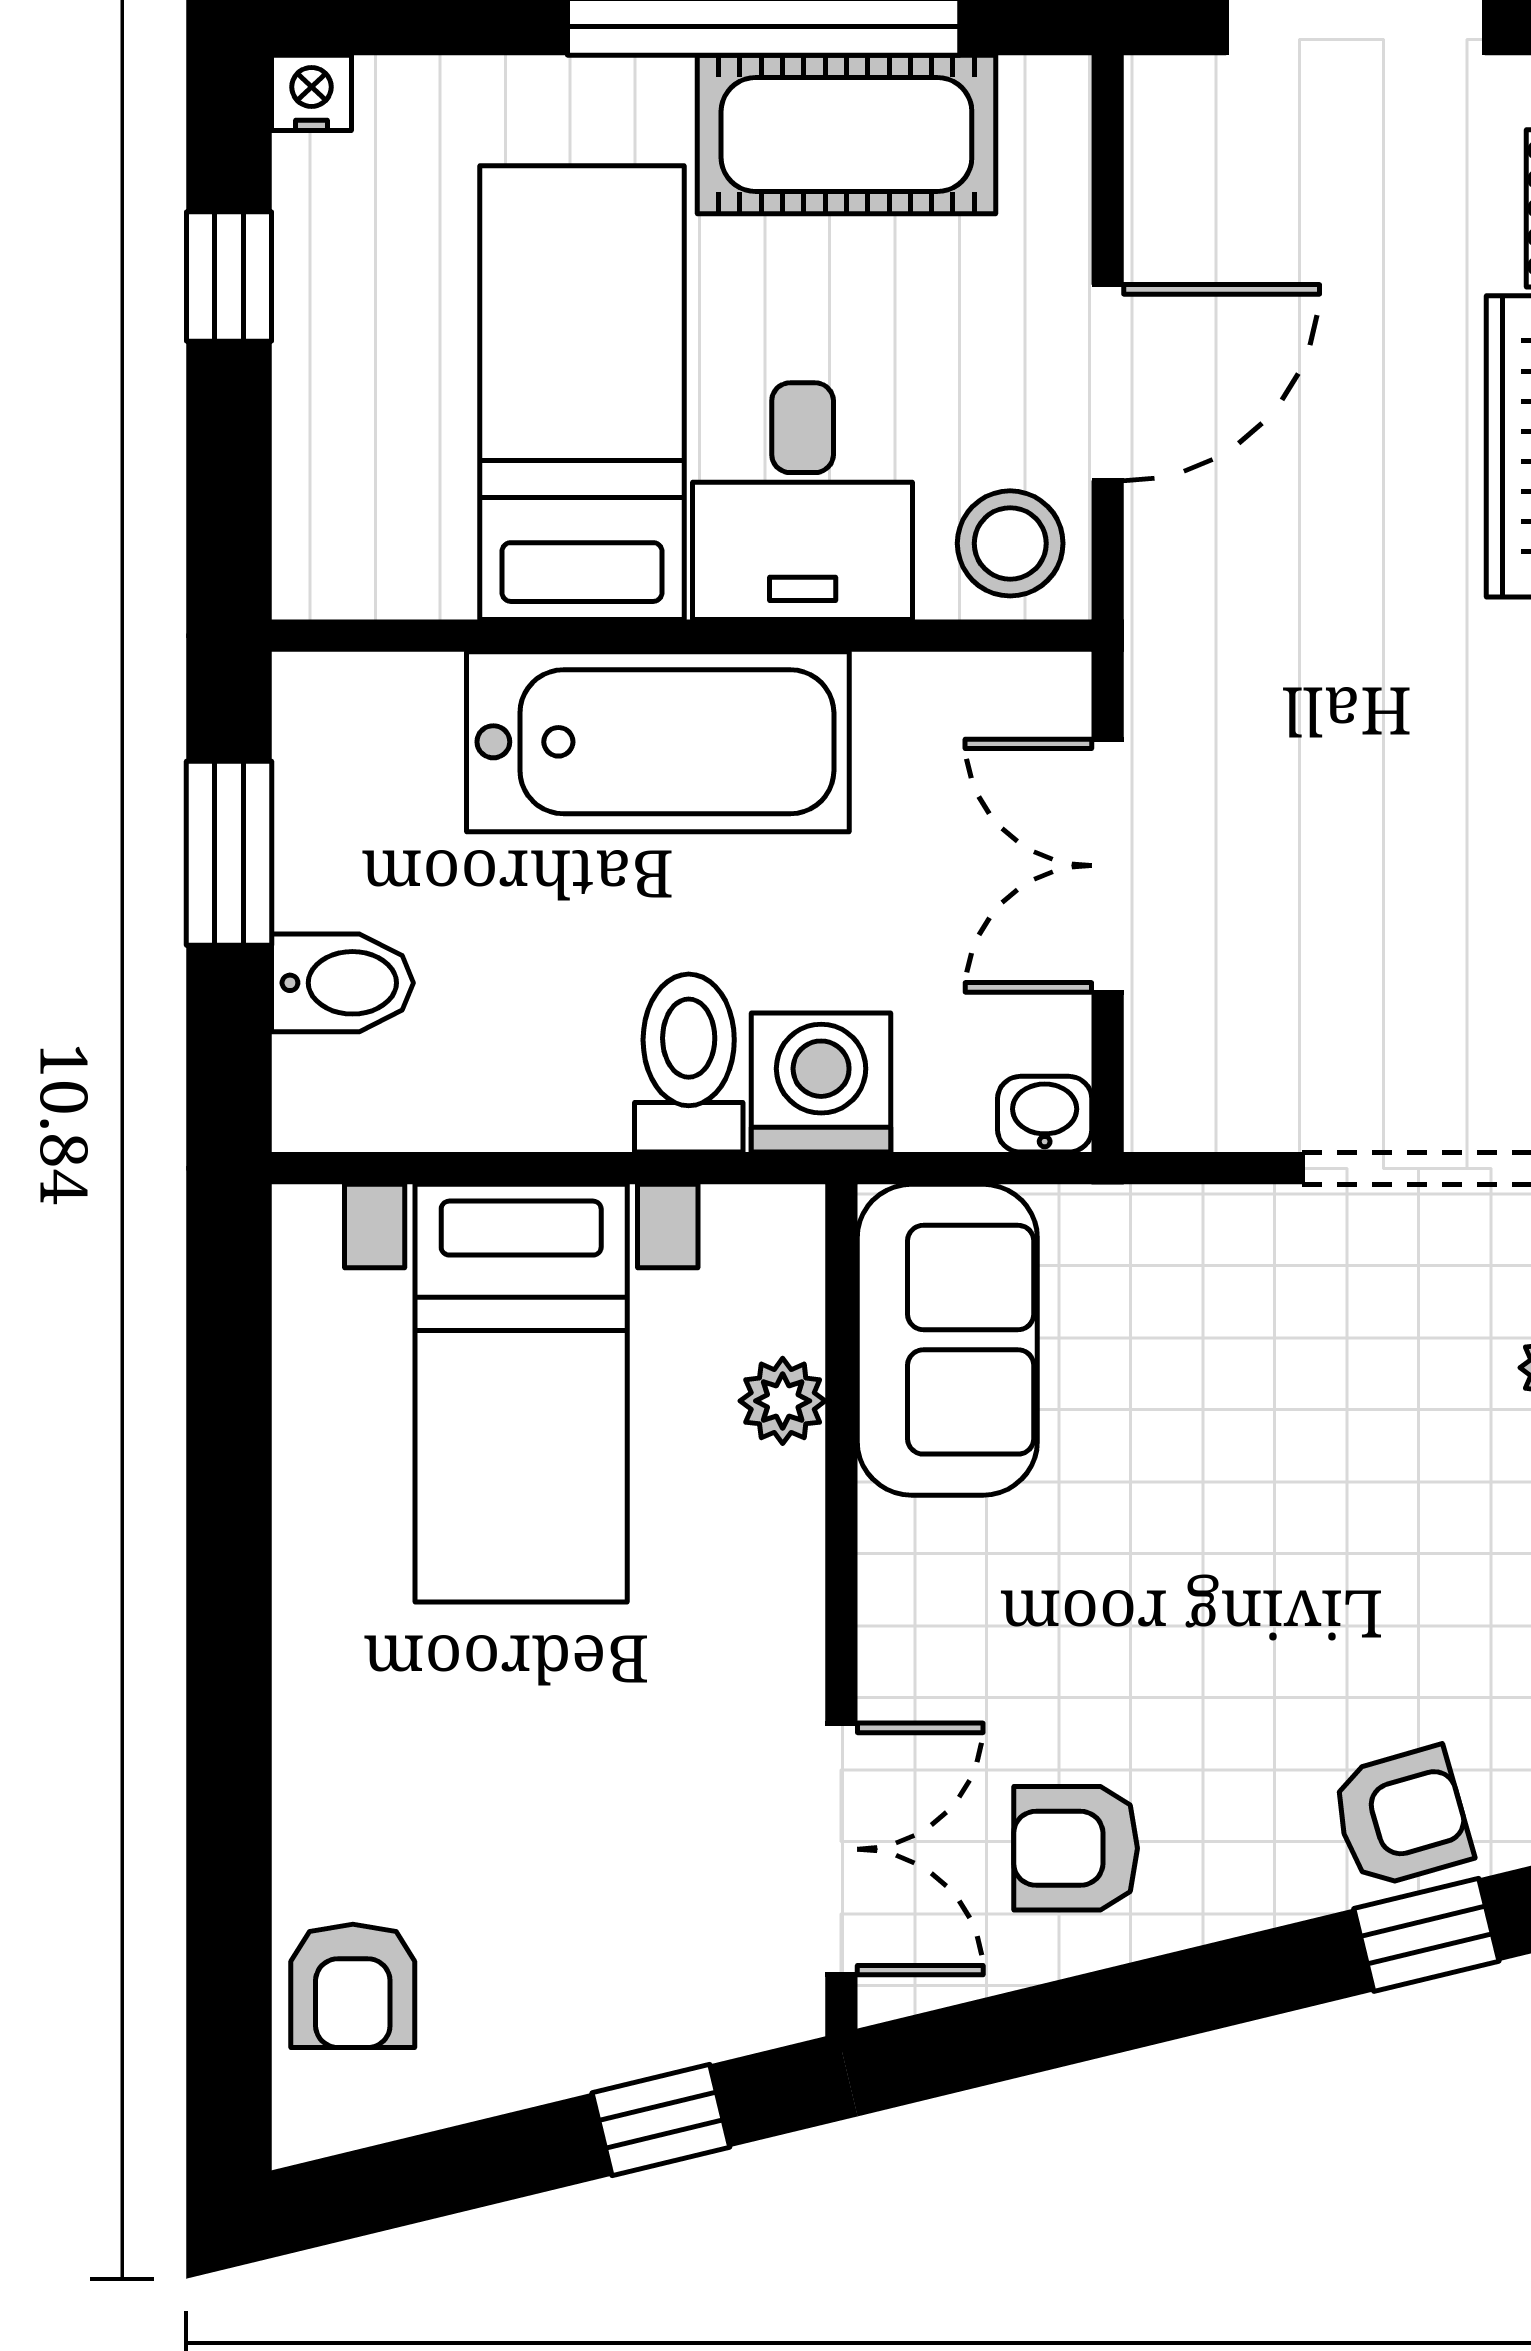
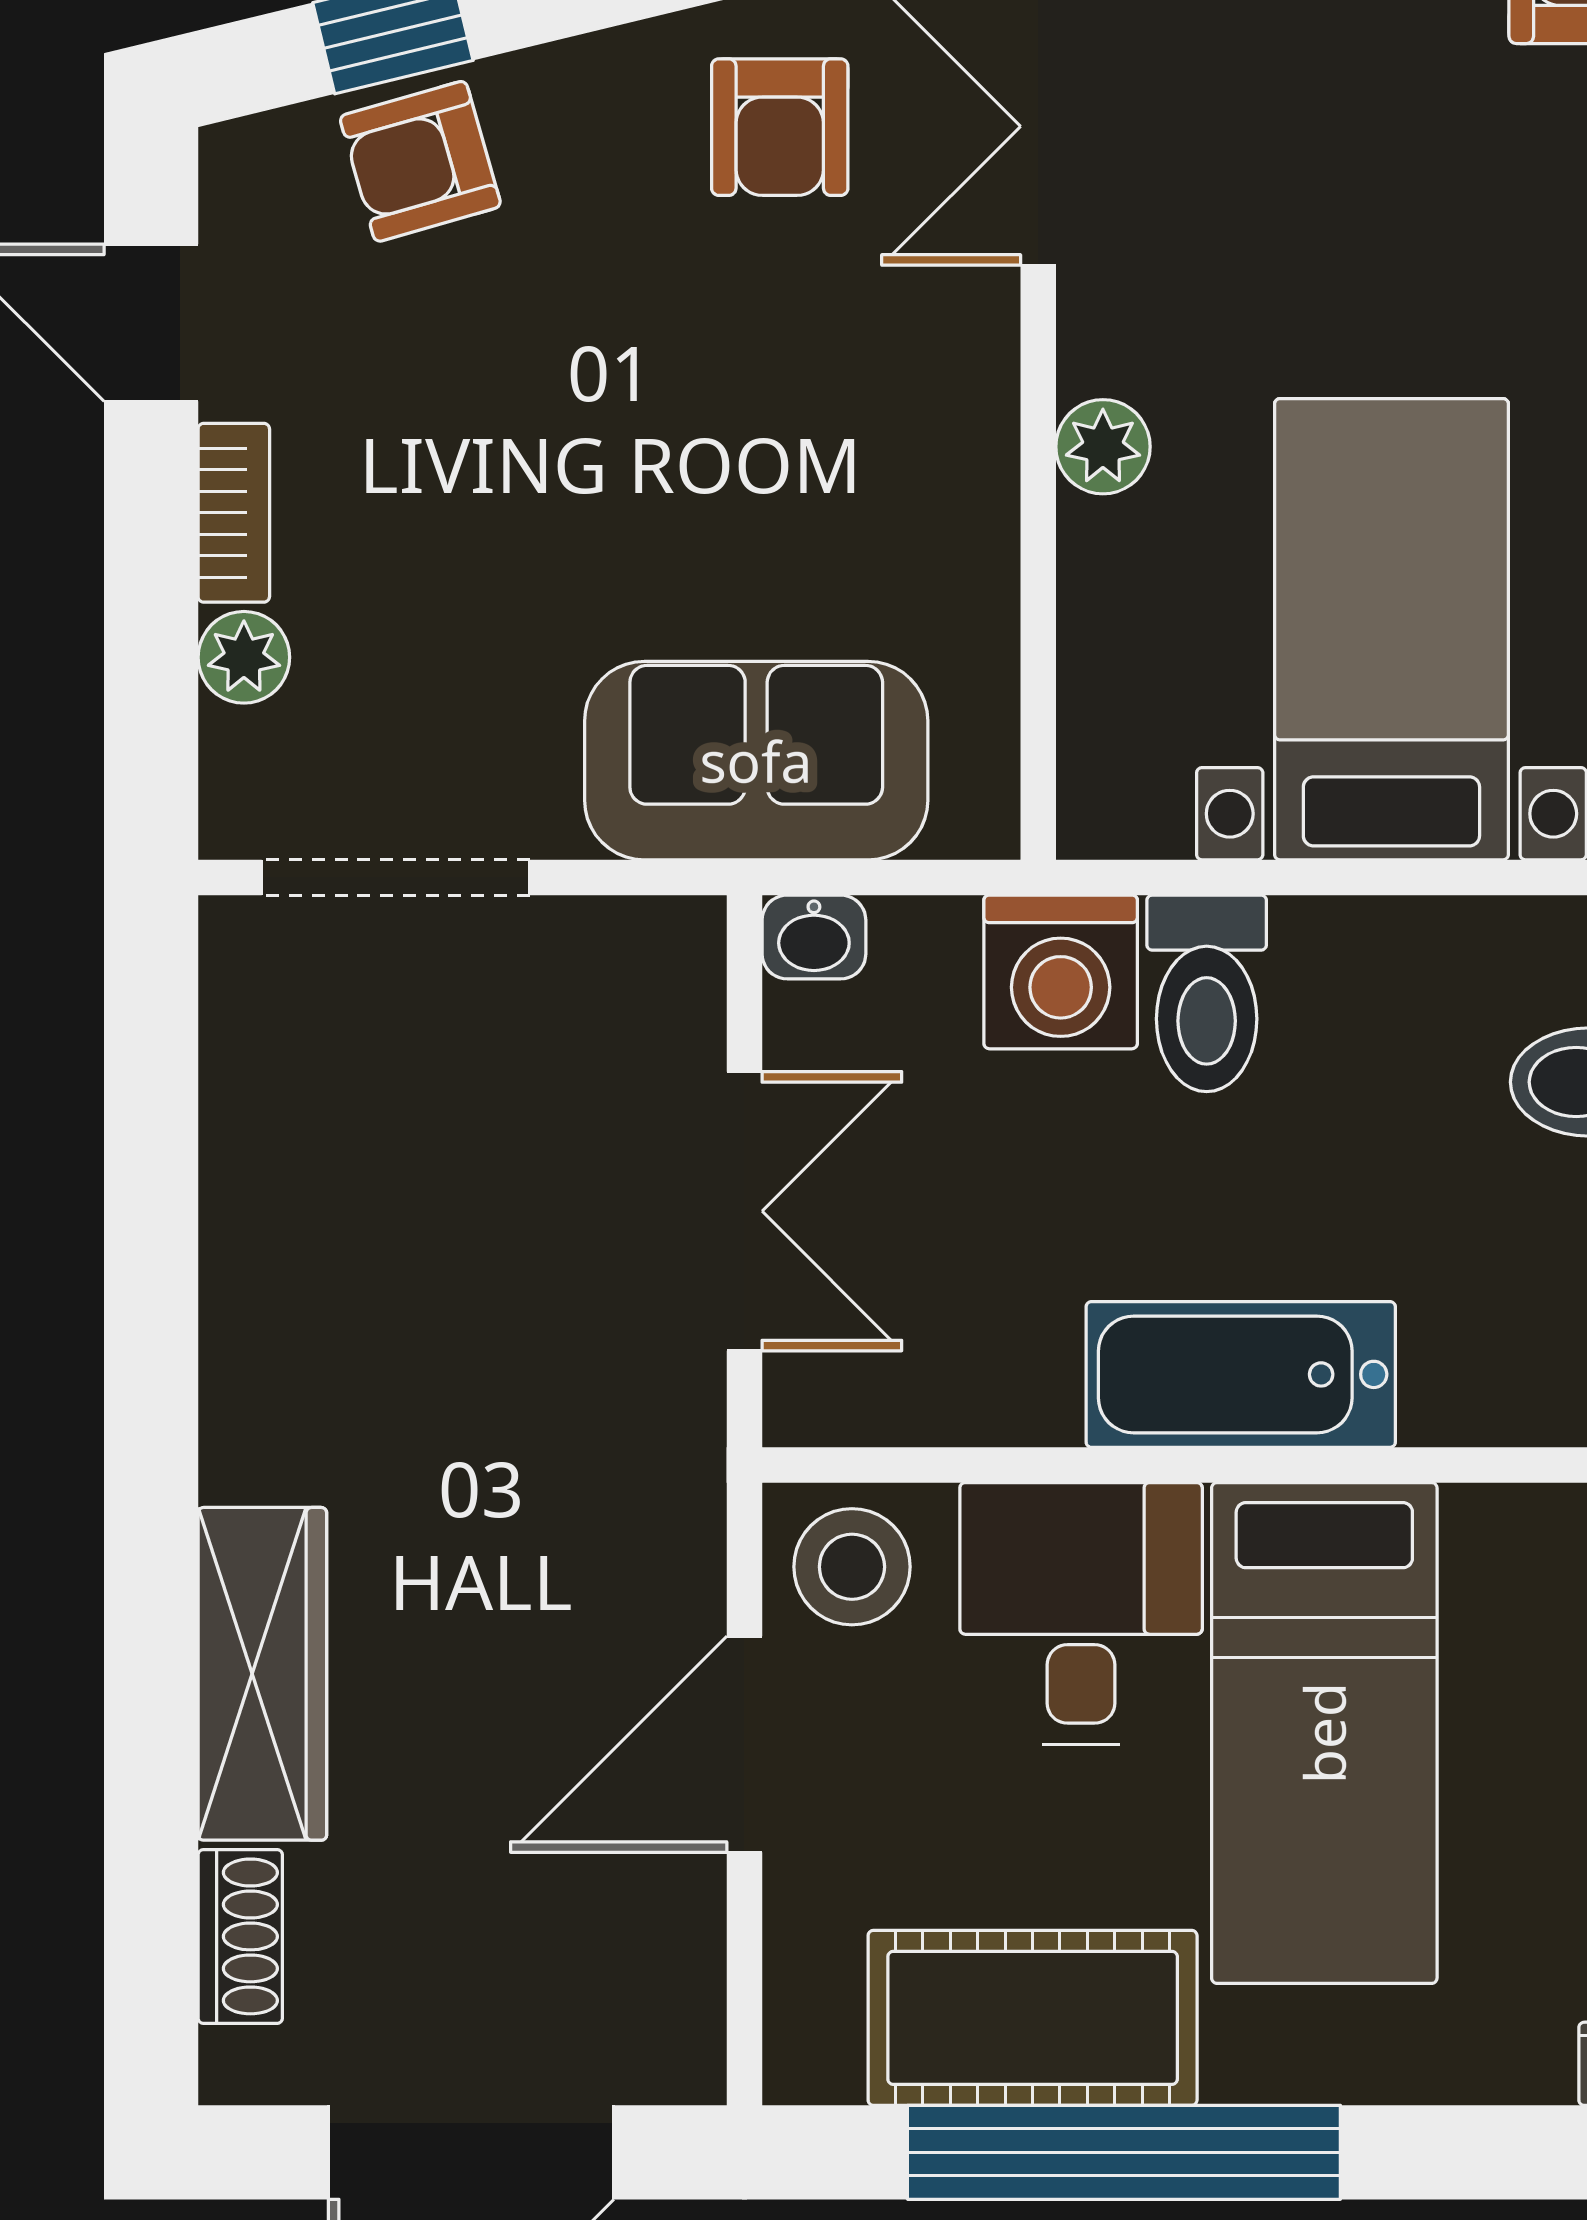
bathtub: (658, 742) -> (1241, 1374), width x0.73, depth x0.73
sofa: (947, 1340) -> (756, 761), moved, turned 90
plant: (783, 1401) -> (1103, 447), moved
armchair: (1076, 1848) -> (780, 127), turned 90

